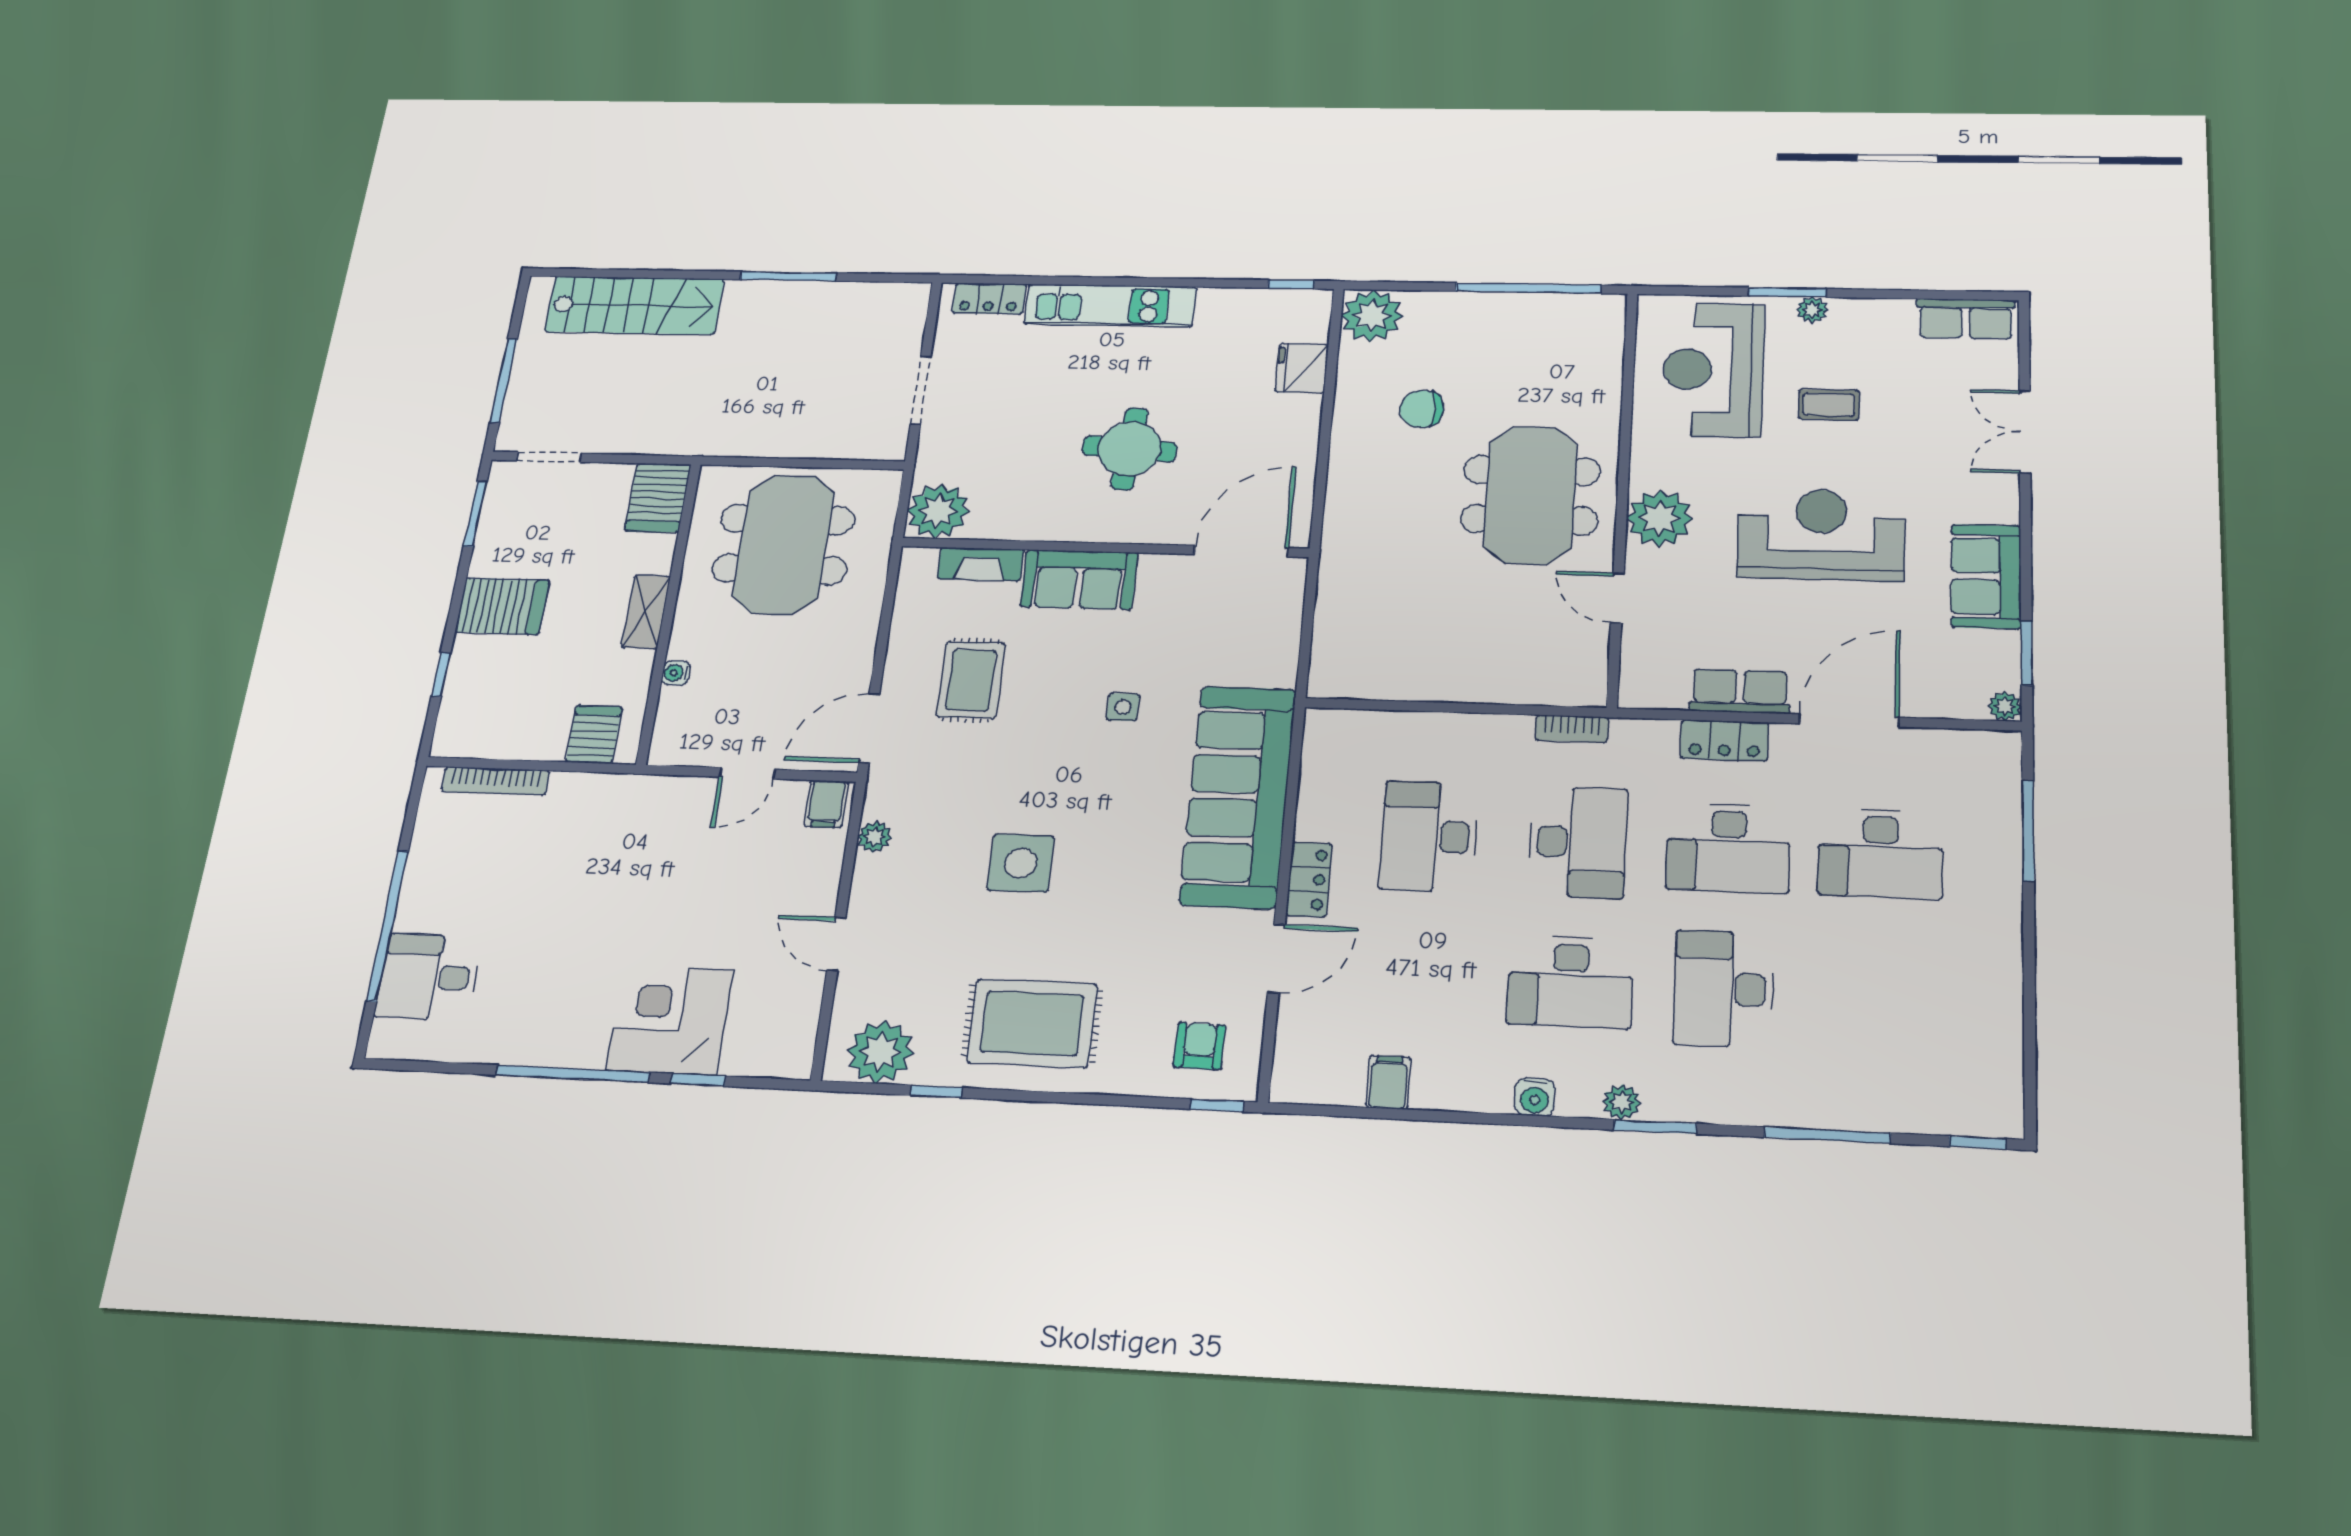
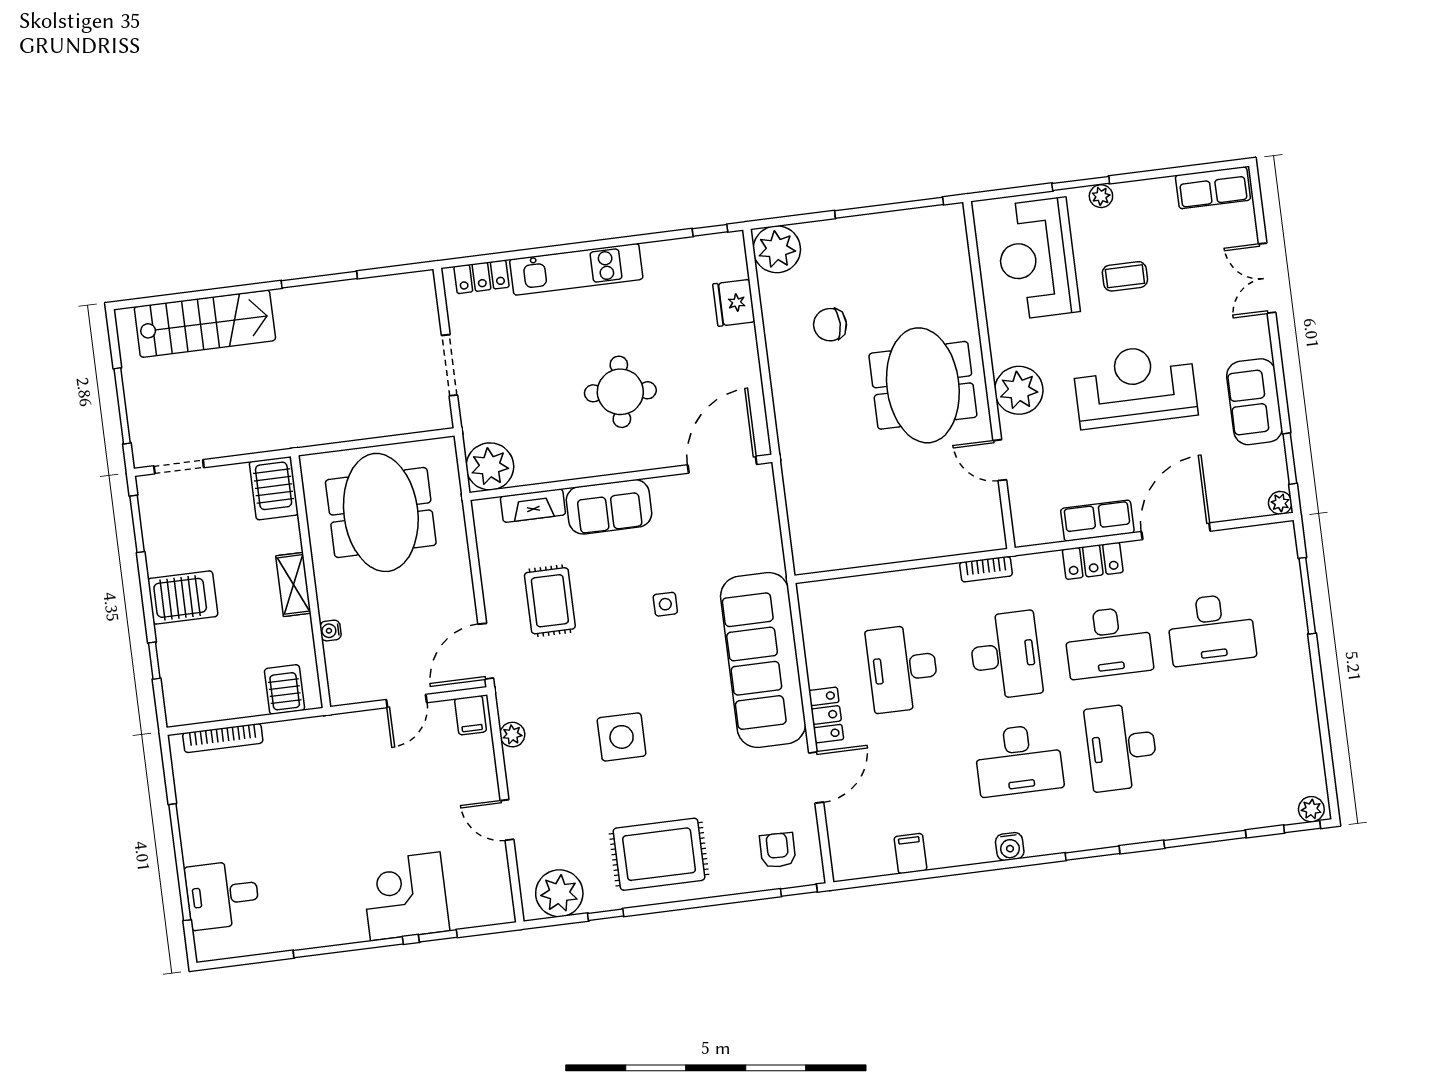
plant: (1622, 1102) -> (1311, 809), moved

